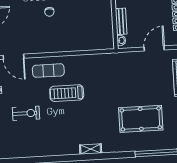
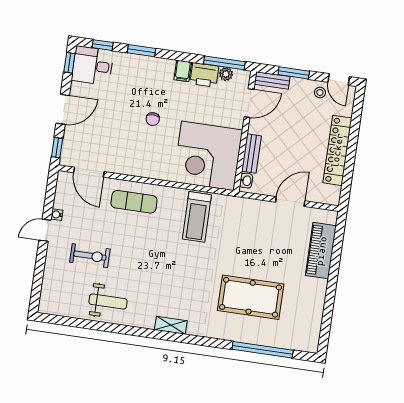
corner desk: (92, 29) -> (208, 156), added
treadmill: (67, 93) -> (197, 217), moved, turned -90
weight bench: (45, 142) -> (108, 302), added

